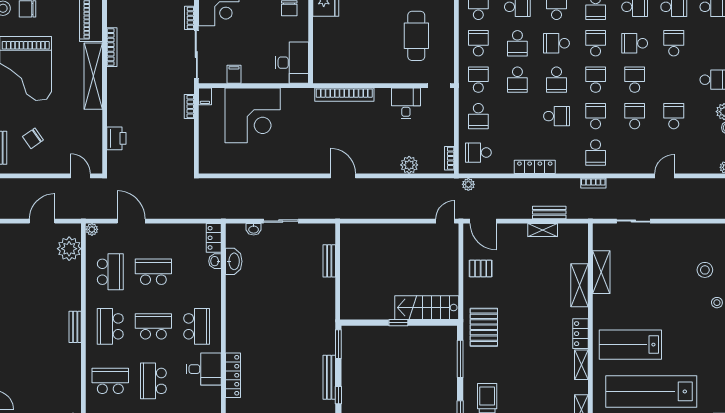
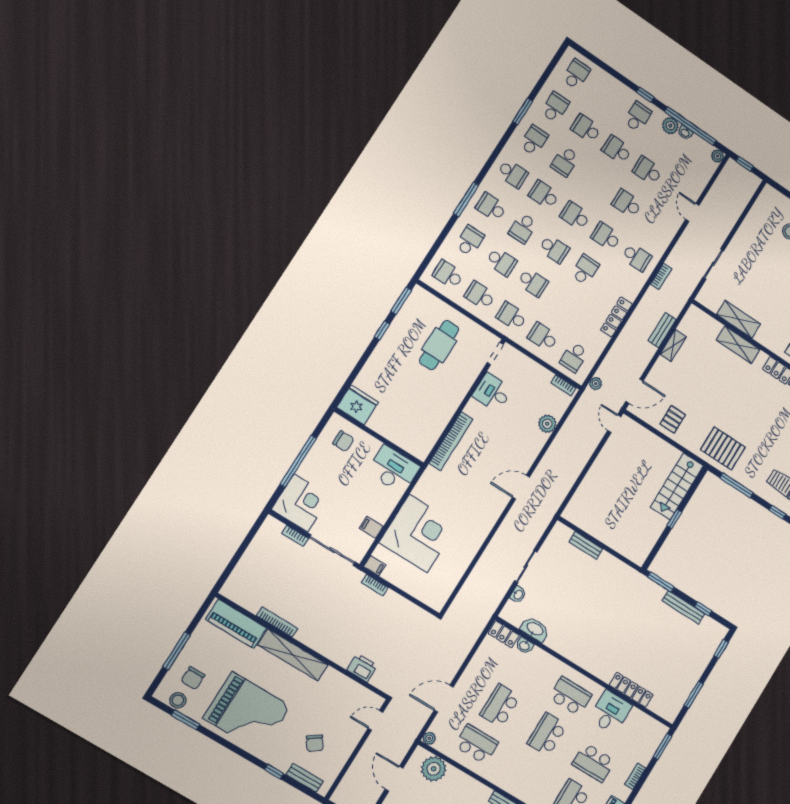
cafe table: (416, 36) -> (439, 345), turned 90
school desk: (635, 80) -> (617, 150), moved
school desk: (478, 116) -> (543, 337), turned 180
school desk: (110, 326) -> (524, 773), removed

